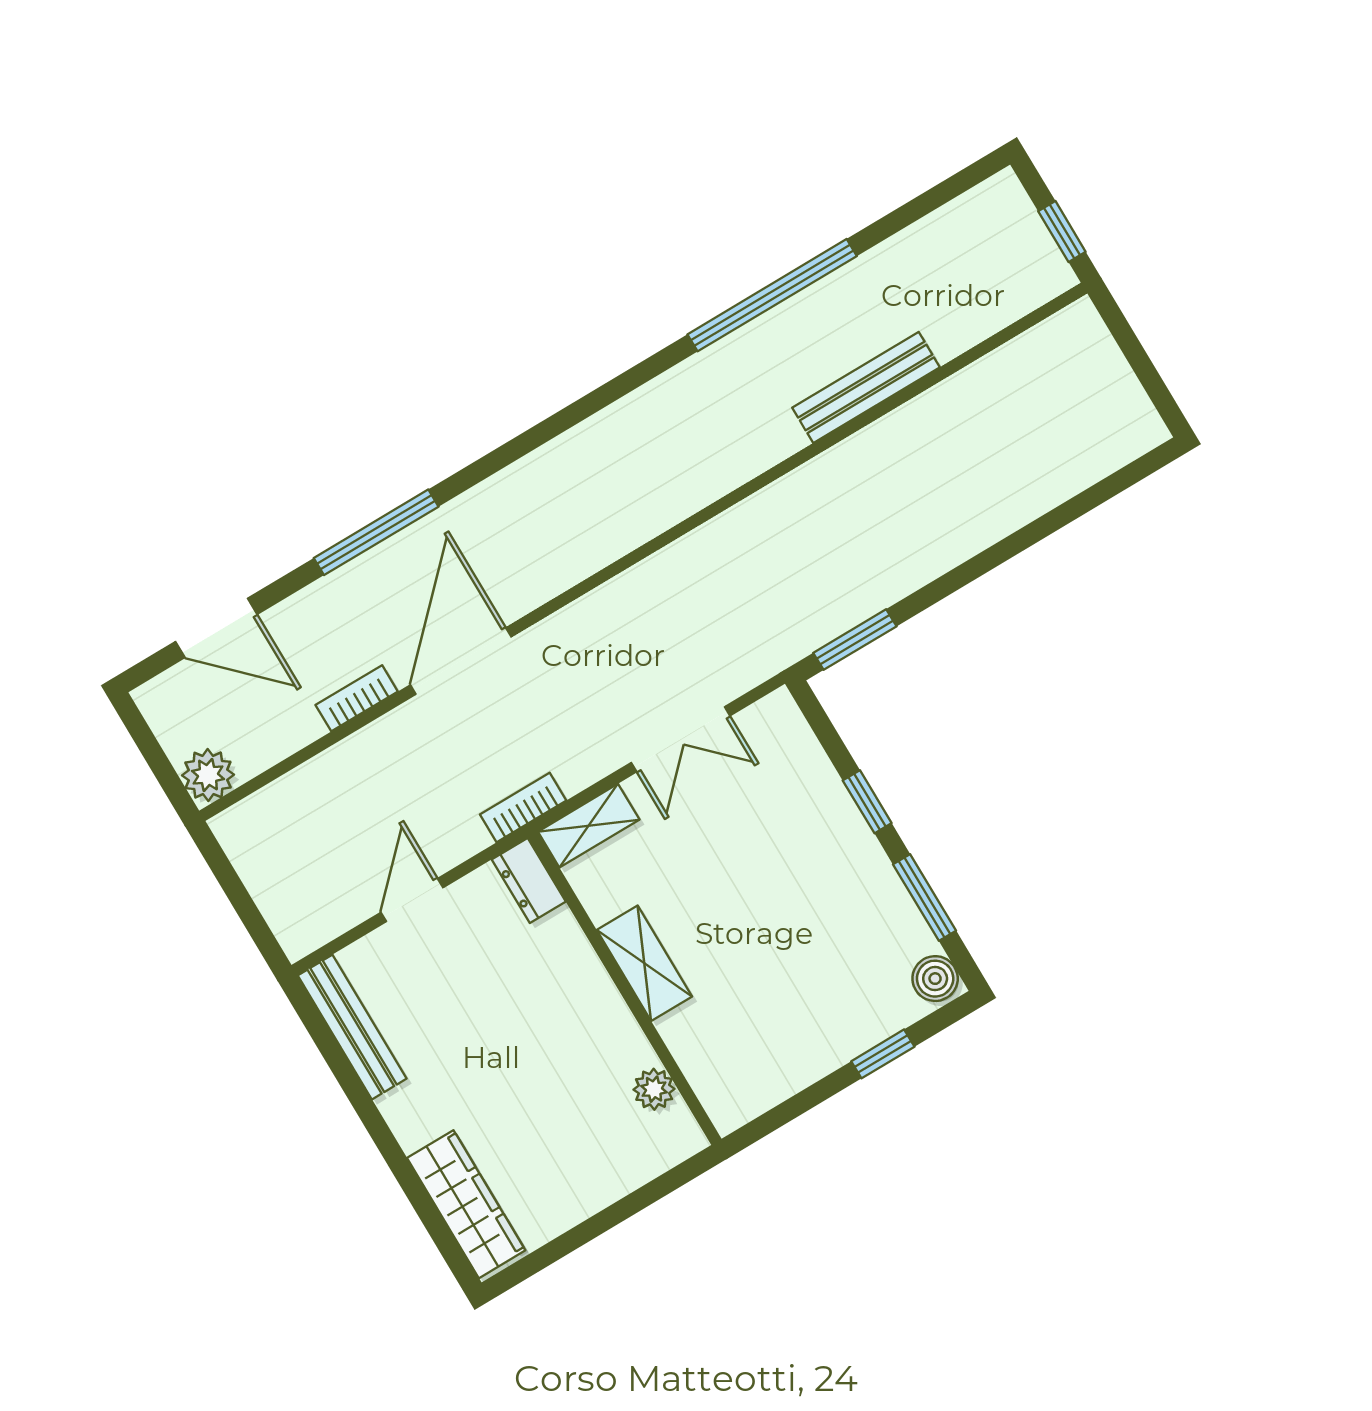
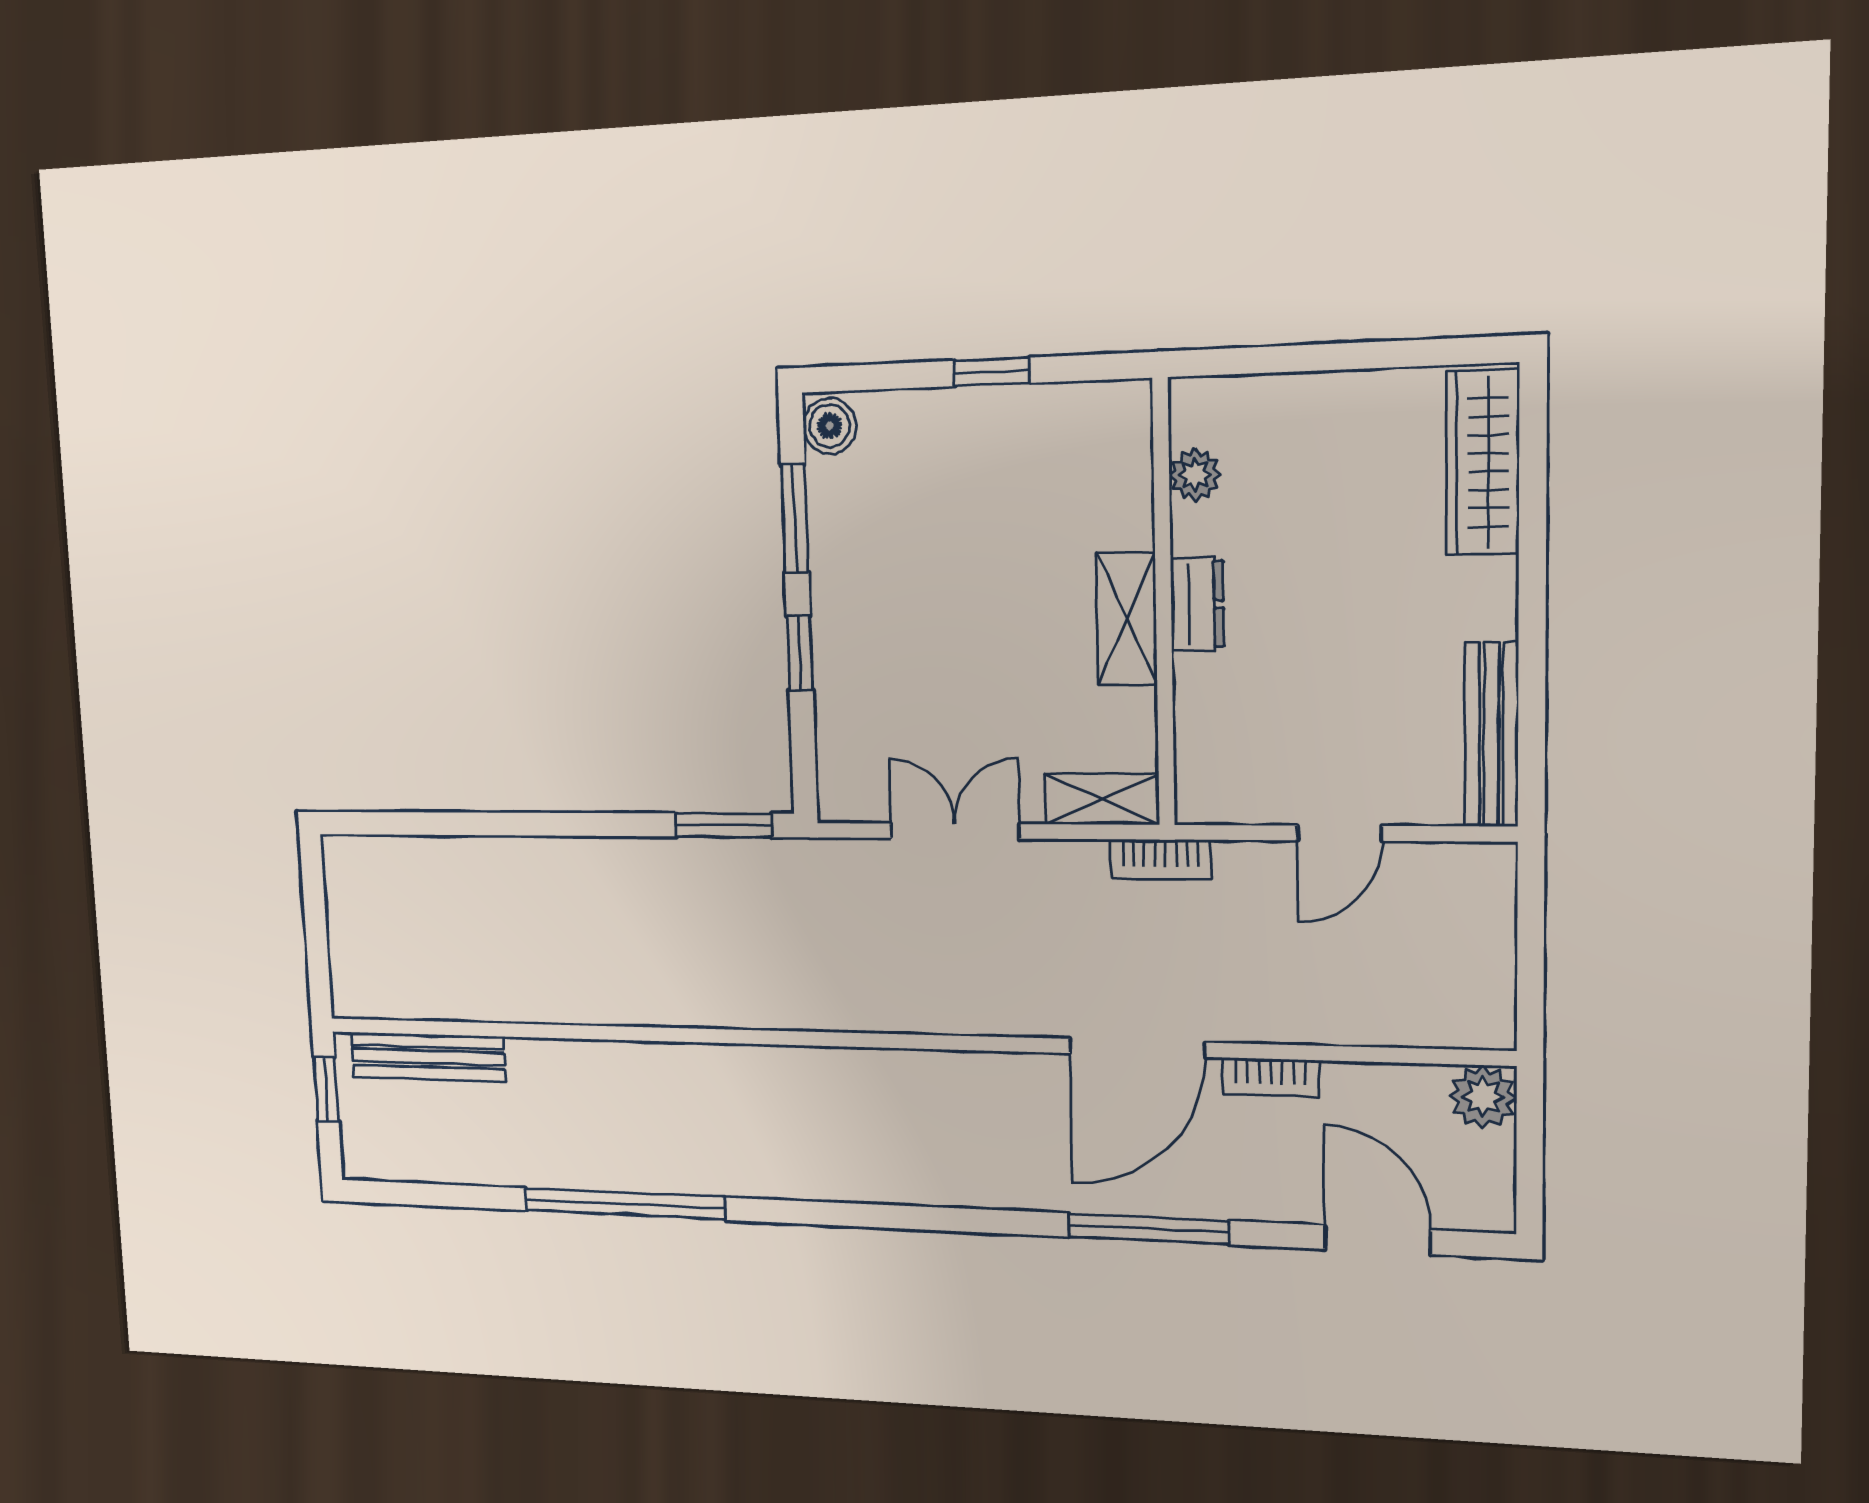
bench: (866, 387) -> (428, 1057), moved
dresser: (529, 880) -> (1197, 604), moved
window: (883, 1054) -> (992, 372), moved

